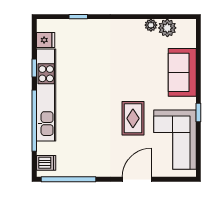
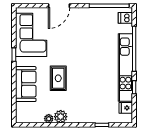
plant: (167, 28) -> (61, 117), moved
rug: (133, 118) -> (58, 78), moved

